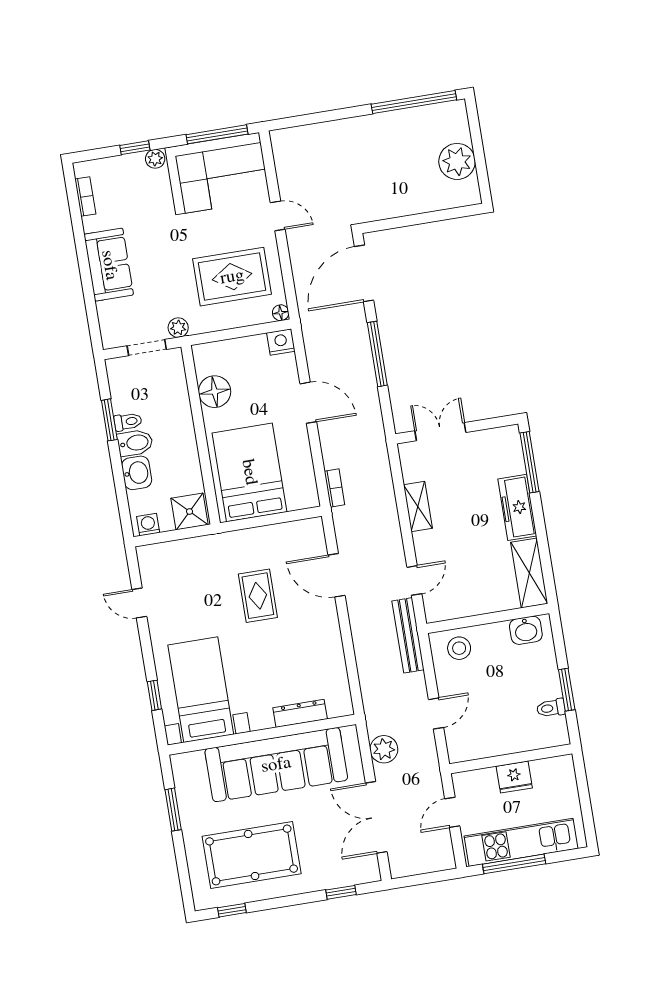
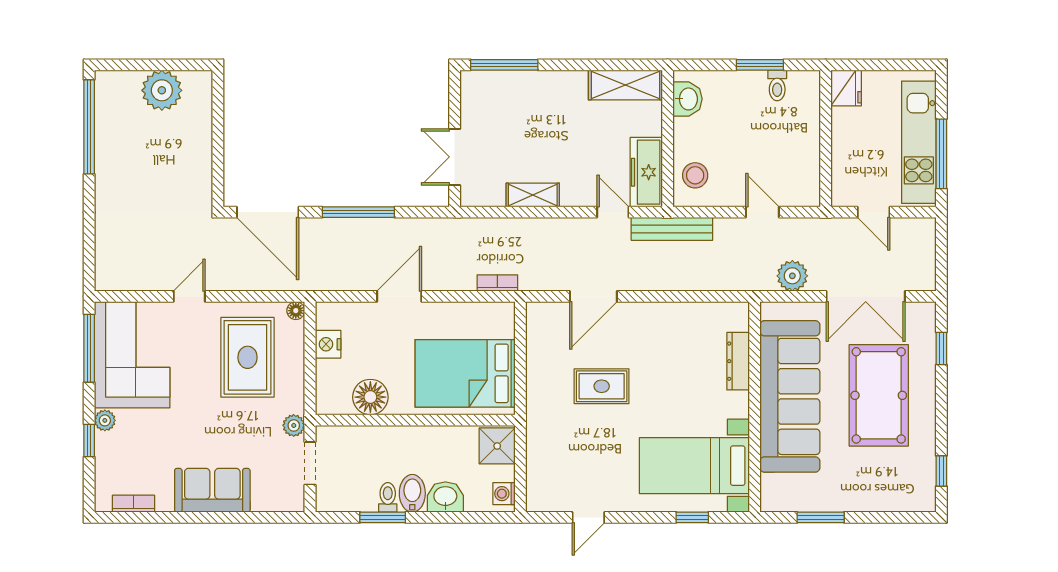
nightstand: (281, 342) -> (328, 344), moved
freezer: (517, 507) -> (646, 172), moved, turned 90
fridge: (514, 777) -> (846, 88), moved
pool table: (252, 855) -> (879, 395), moved

